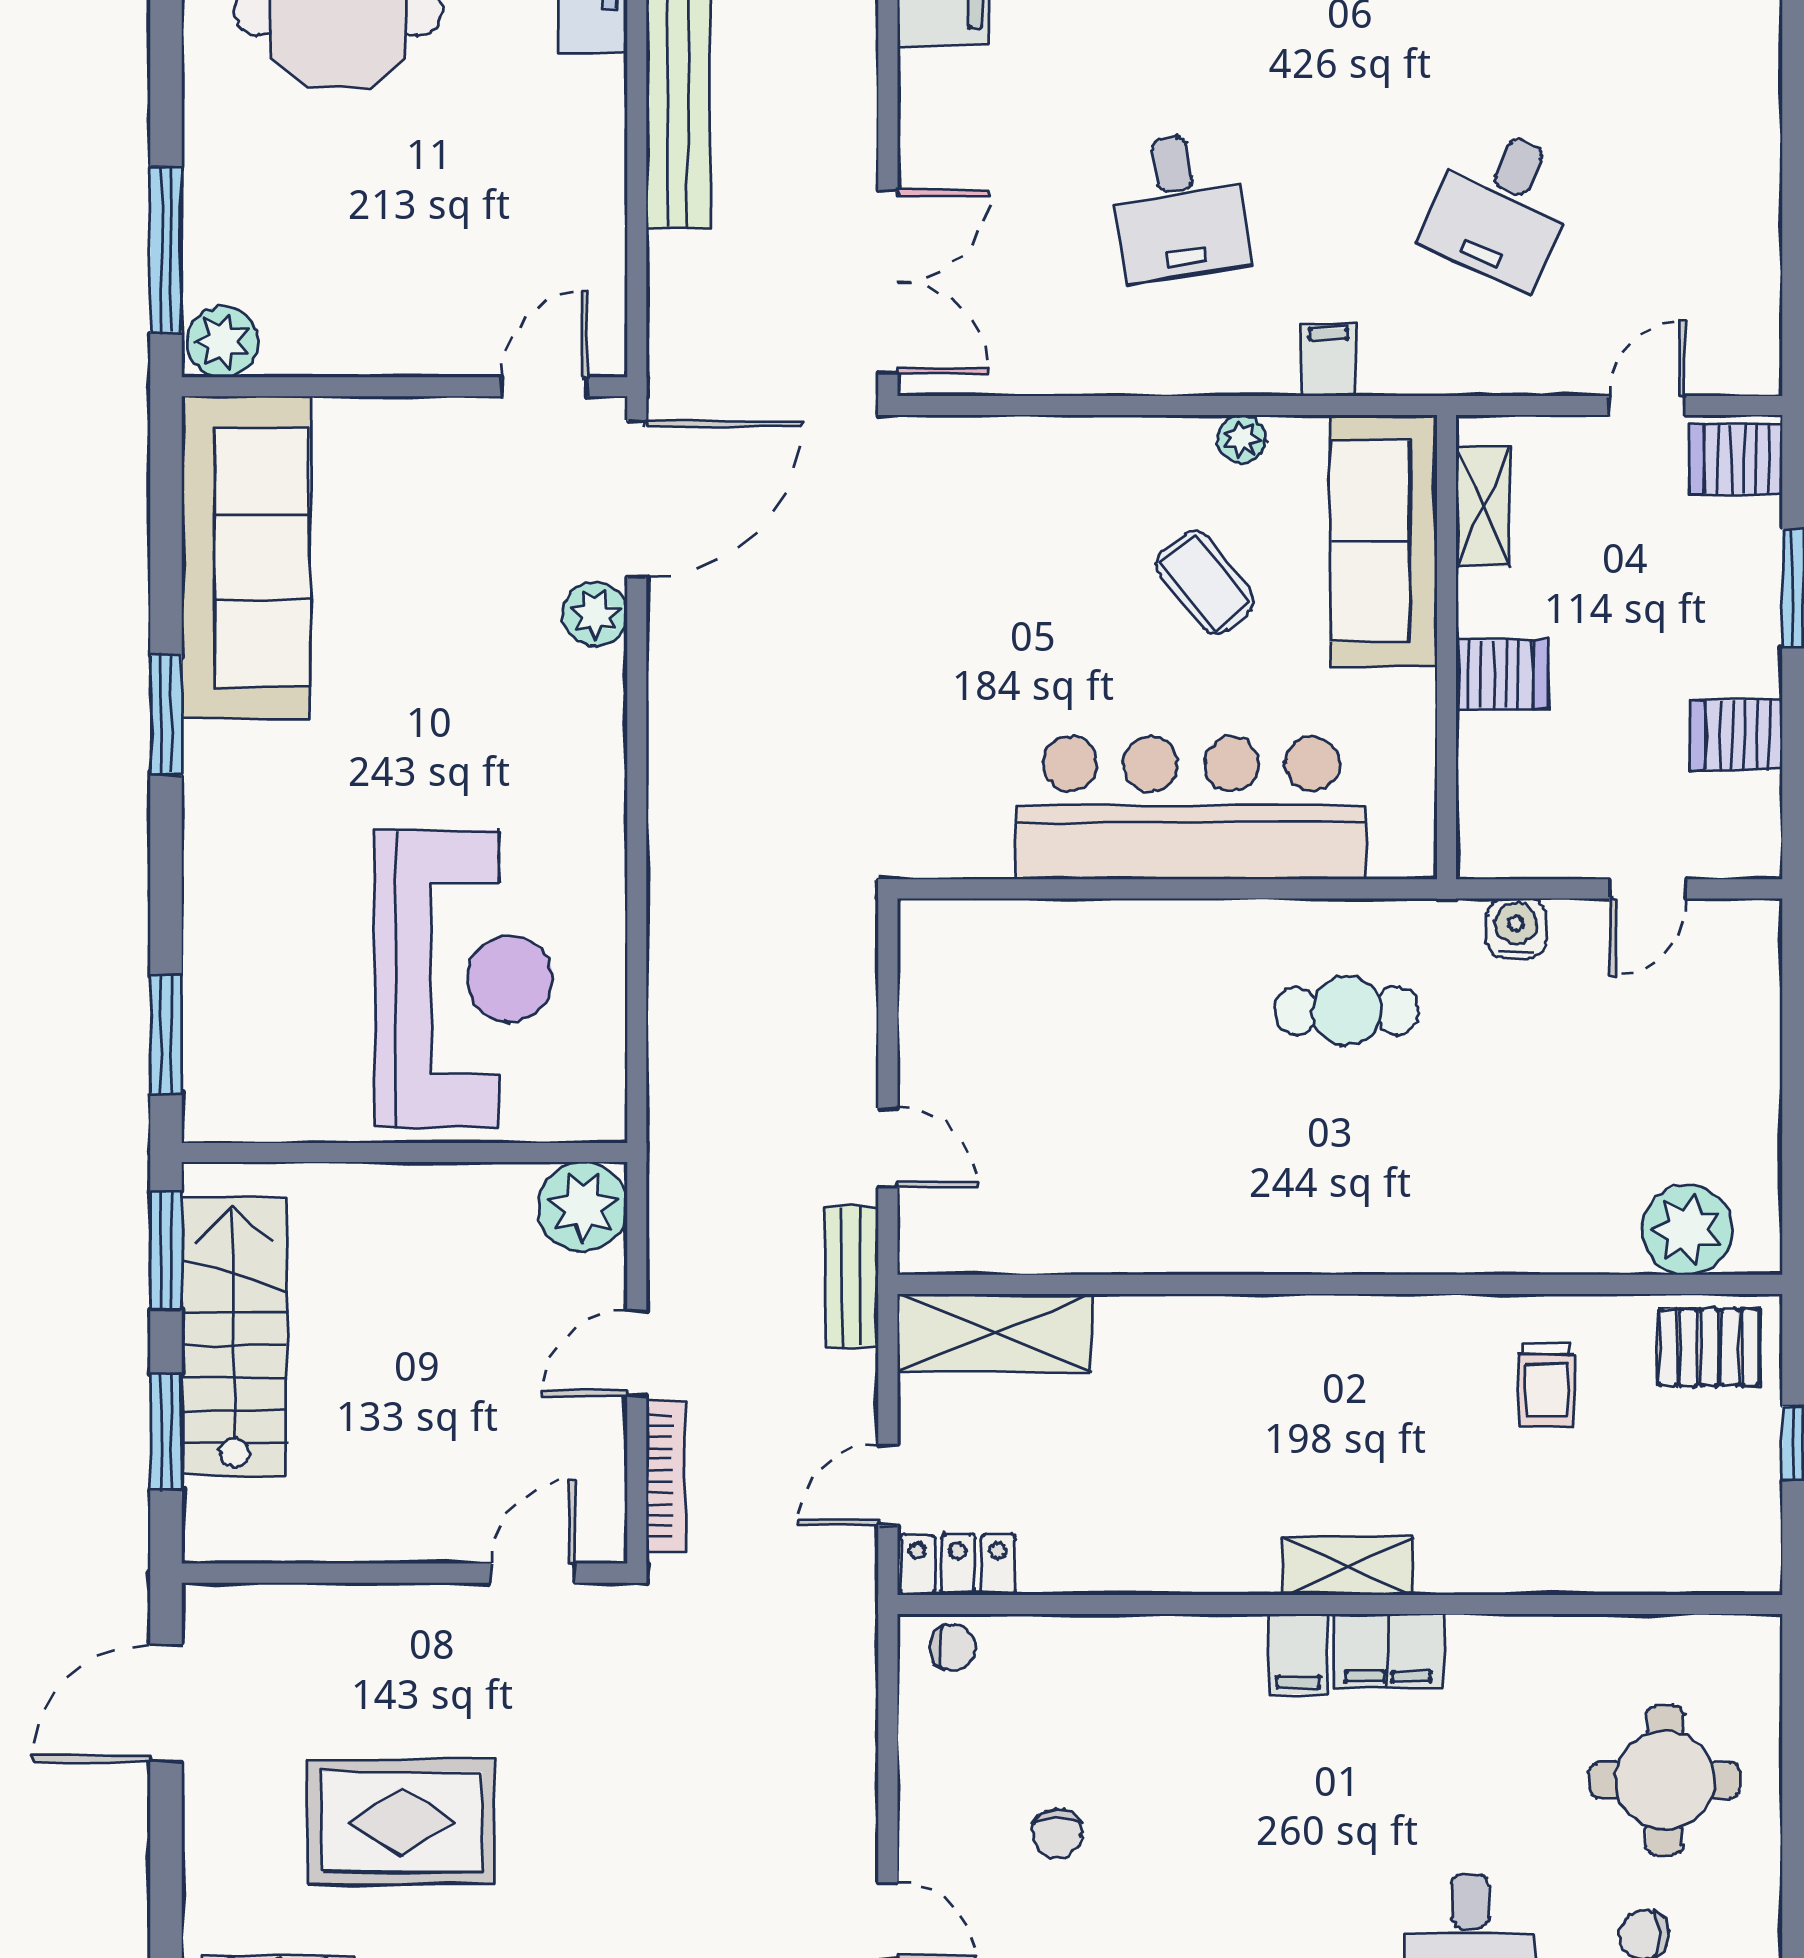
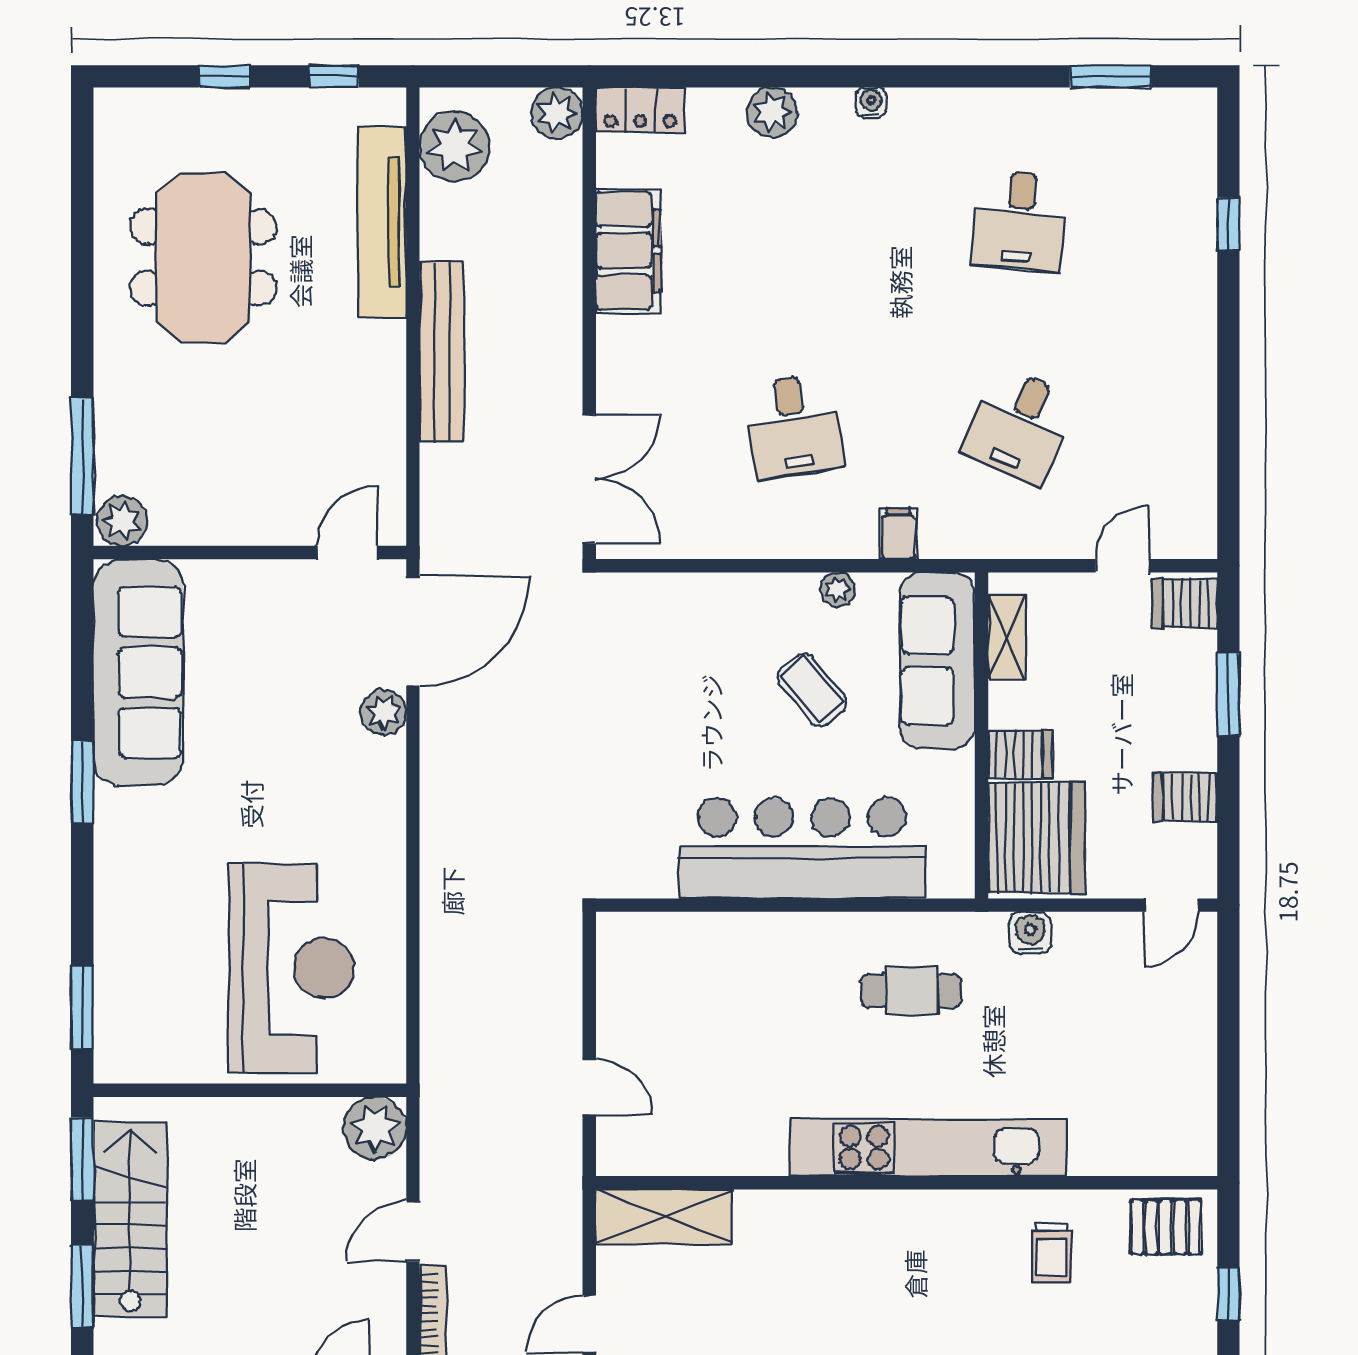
server rack: (1525, 793) -> (1037, 838), added
door: (1648, 889) -> (1171, 905), moved
plant: (1687, 1230) -> (1150, 1145), removed
kitchen unit: (1370, 1234) -> (928, 1148), added
bench: (852, 1276) -> (564, 1177), removed

